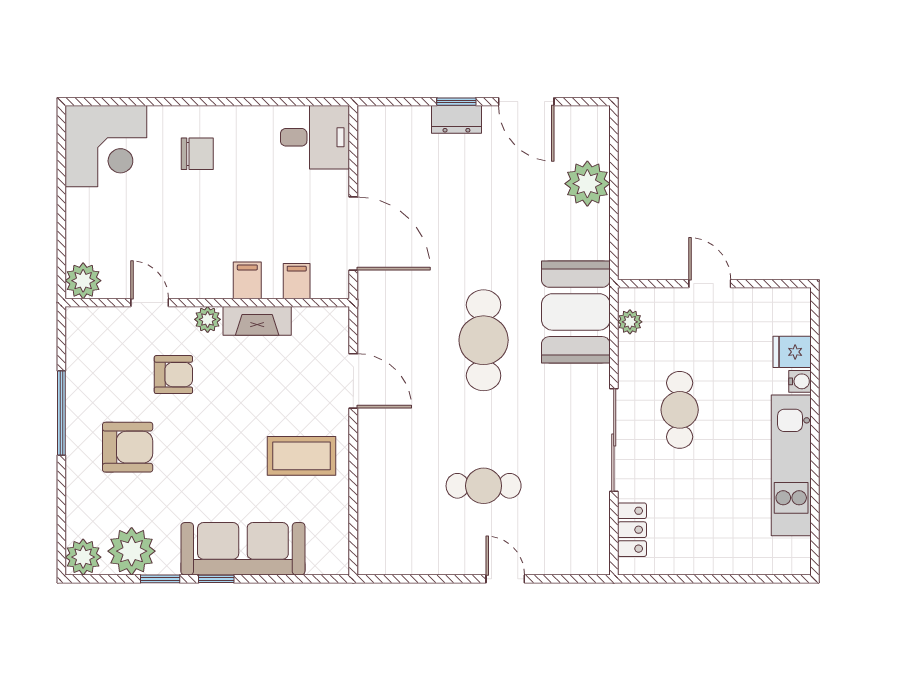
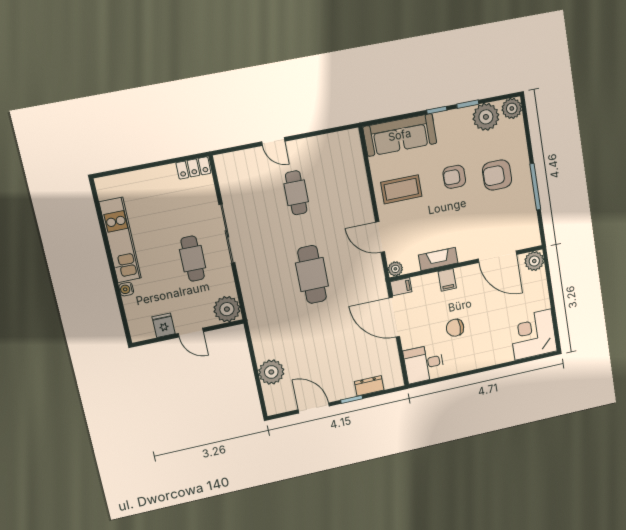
dresser: (456, 119) -> (369, 386), moved
chair: (197, 154) -> (455, 328), moved
filing cabinet: (297, 281) -> (401, 287), moved, turned -90
door: (150, 303) -> (497, 257), width x1.88
booth: (576, 312) -> (263, 301), removed
plant: (208, 319) -> (395, 269), moved
plant: (630, 322) -> (227, 309), width x1.88, depth x1.88
fridge: (792, 352) -> (164, 325), moved, turned -90
armchair: (173, 375) -> (454, 177), moved
cafe table: (484, 486) -> (296, 193), turned 90
locker: (632, 530) -> (193, 168), moved, turned -90
sofa: (243, 549) -> (400, 135), moved

